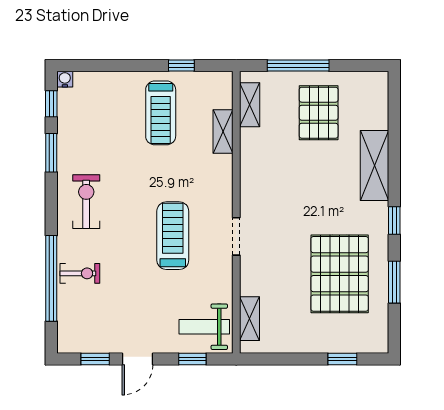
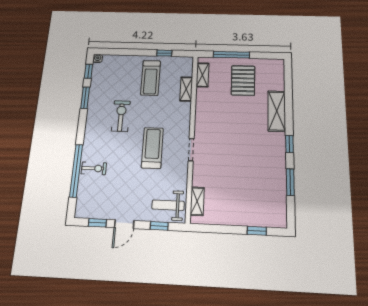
exercise bike: (86, 202) -> (121, 116), moved
pallet: (340, 274) -> (255, 175), removed

